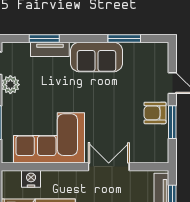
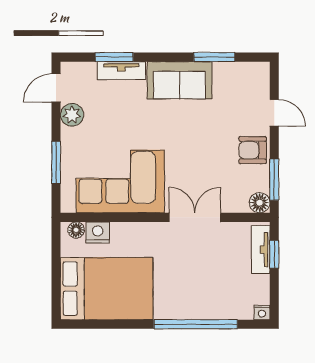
window: (172, 122) -> (274, 180), moved
floor lamp: (161, 155) -> (260, 203), added
floor lamp: (14, 177) -> (76, 230), added

